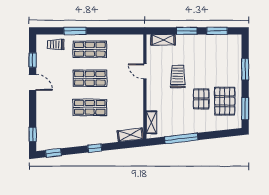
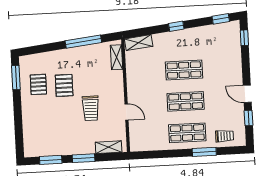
window: (245, 69) -> (18, 120), removed
pallet: (225, 101) -> (38, 84), width x0.67, depth x0.71

